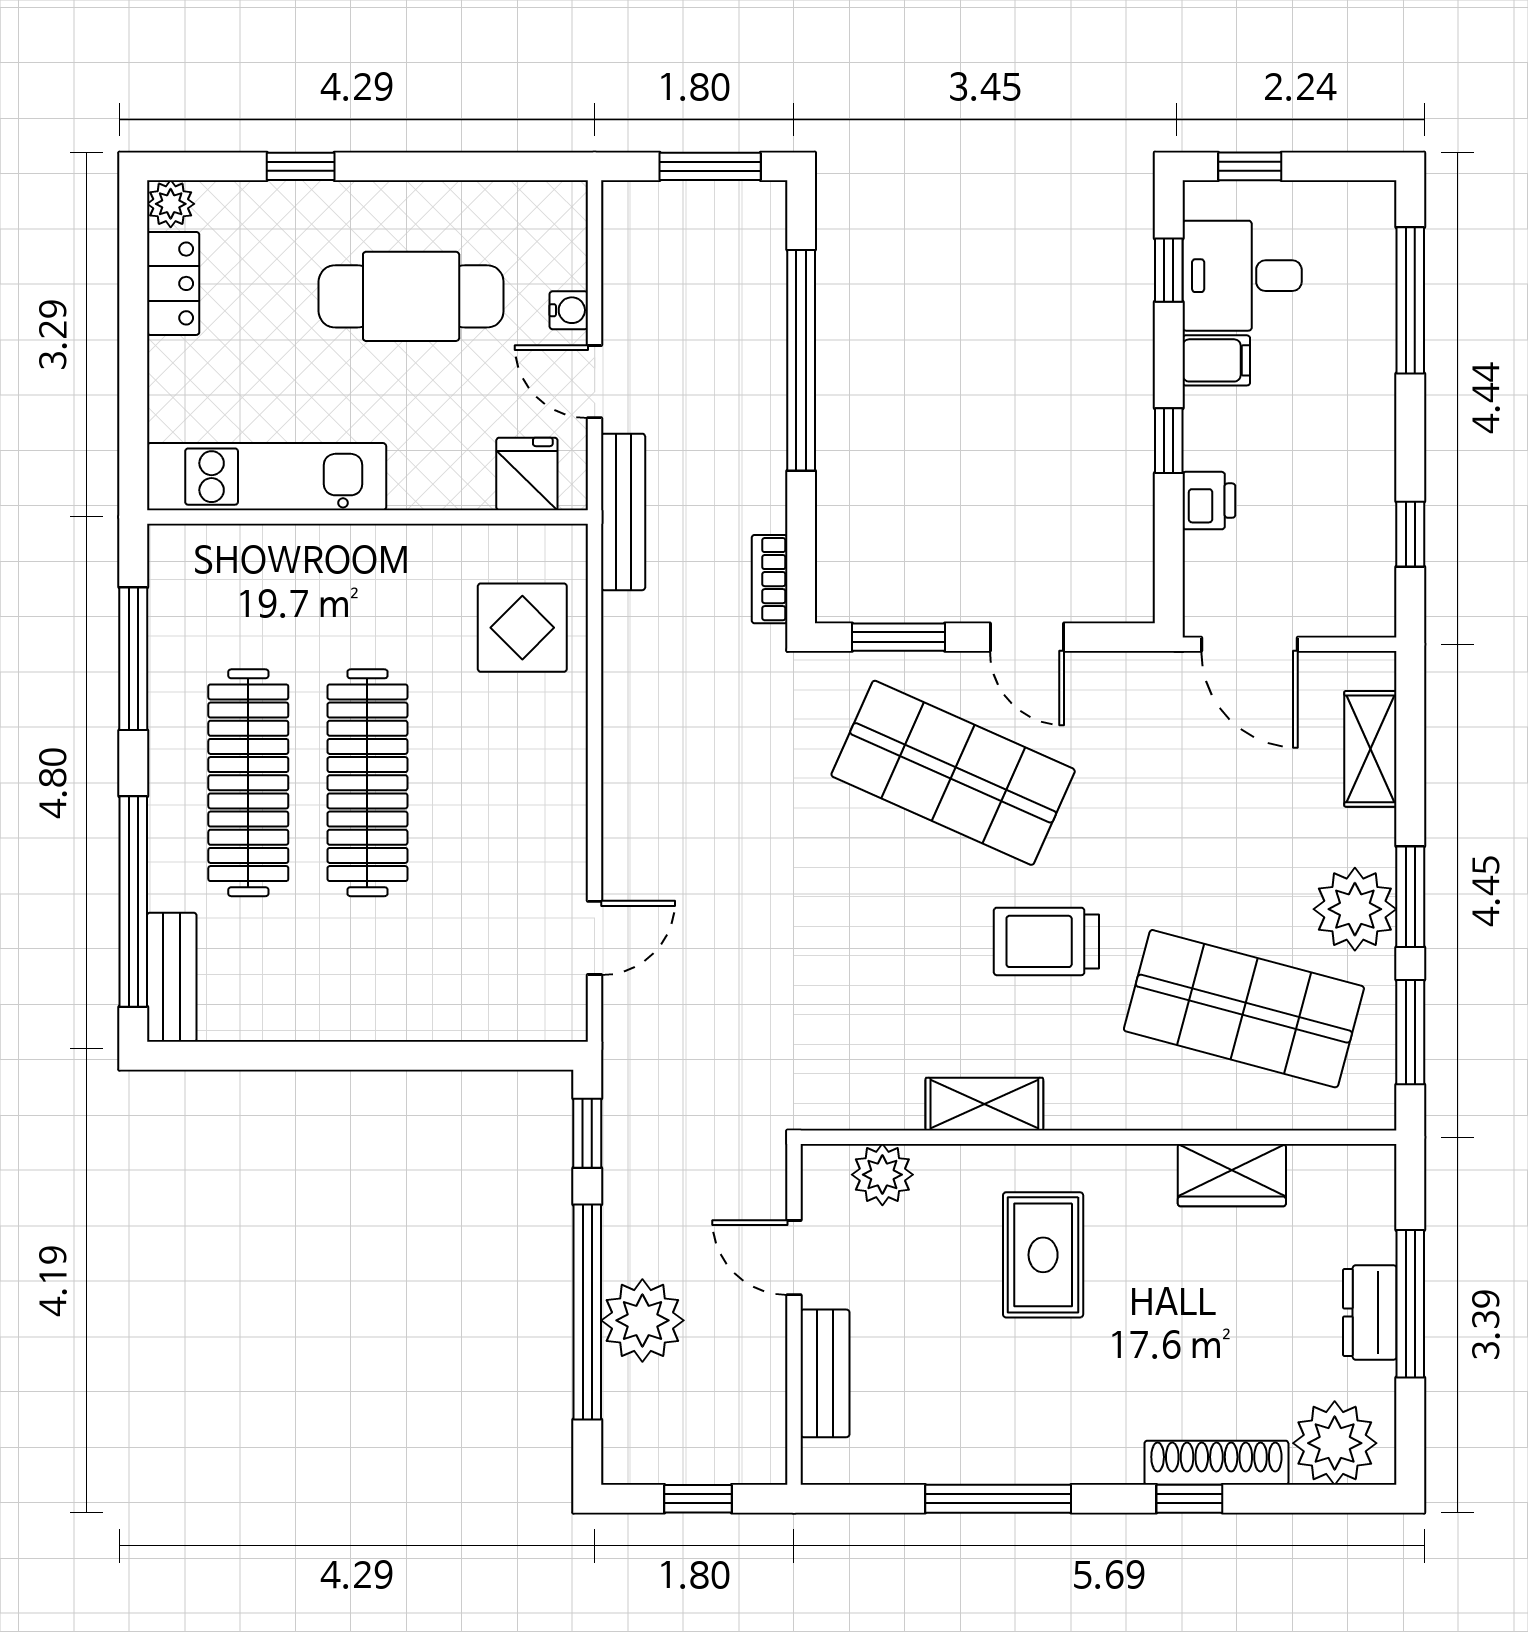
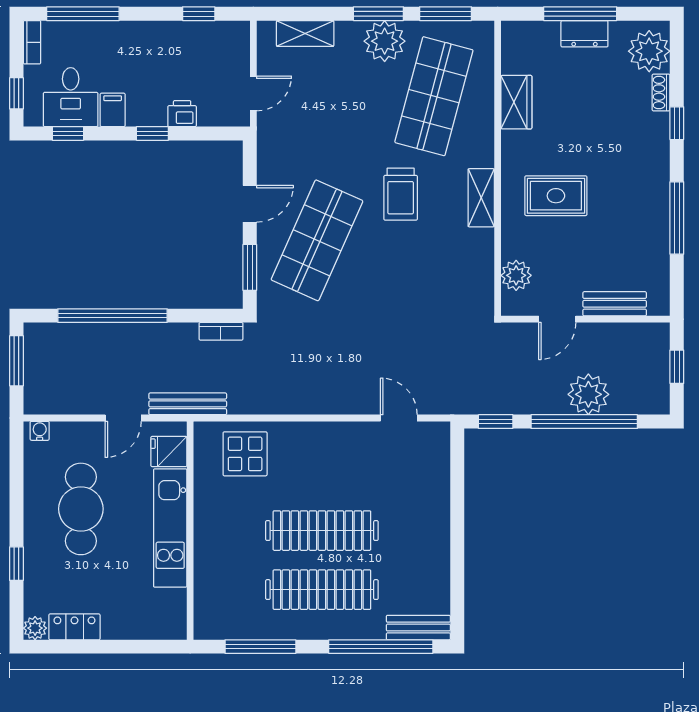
bookcase: (1353, 198) -> (32, 42), added
water cooler: (569, 310) -> (40, 431), moved
kitchen unit: (267, 477) -> (170, 528), moved
door: (1249, 644) -> (253, 93), width x0.73
shelving: (984, 1104) -> (481, 198), moved
shoe rack: (1216, 1463) -> (661, 93), width x0.51, depth x0.81

